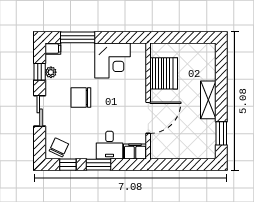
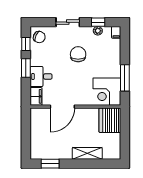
window: (78, 37) -> (125, 78), moved
corner desk: (112, 60) -> (107, 92), moved
server rack: (164, 73) -> (110, 120), moved, turned 90
shelving: (208, 100) -> (87, 153), moved
door: (148, 118) -> (62, 107), hinge flipped

